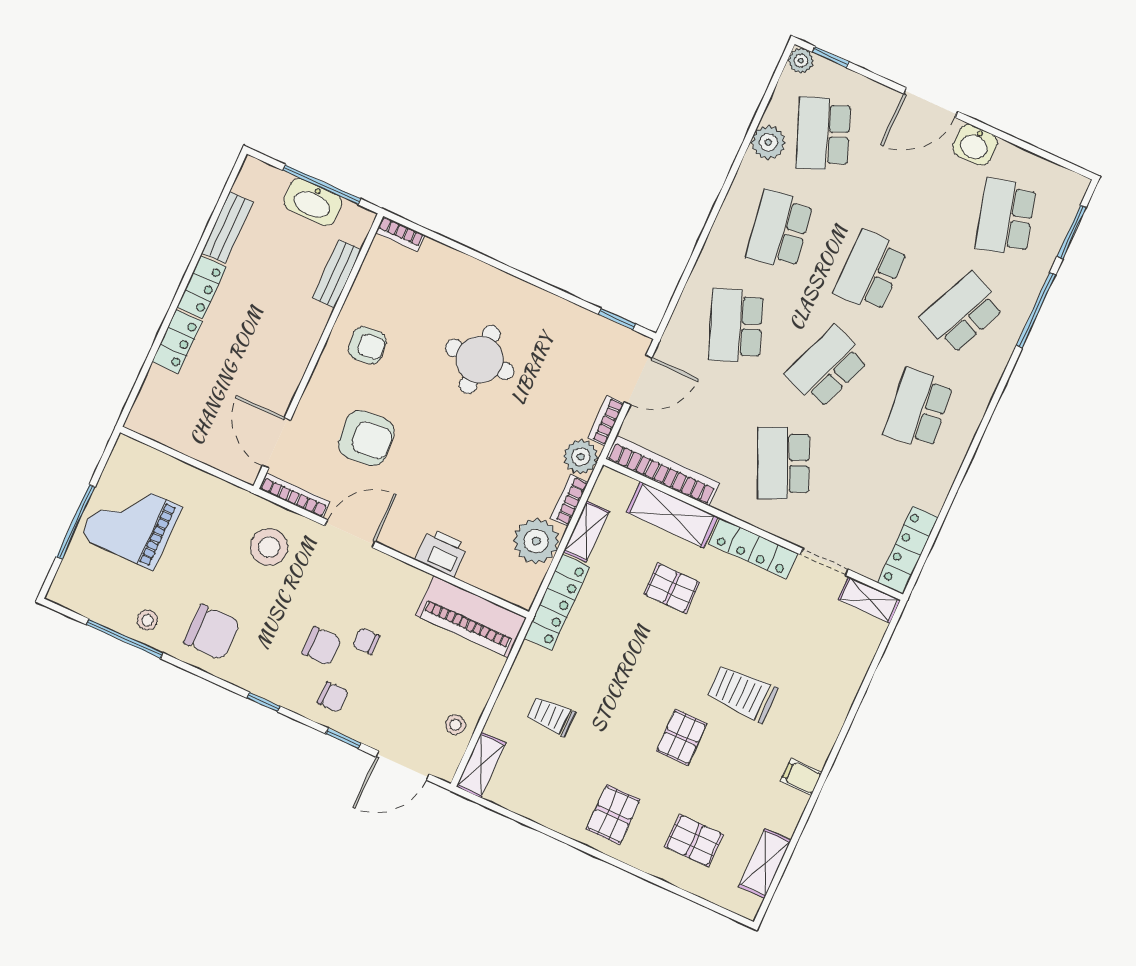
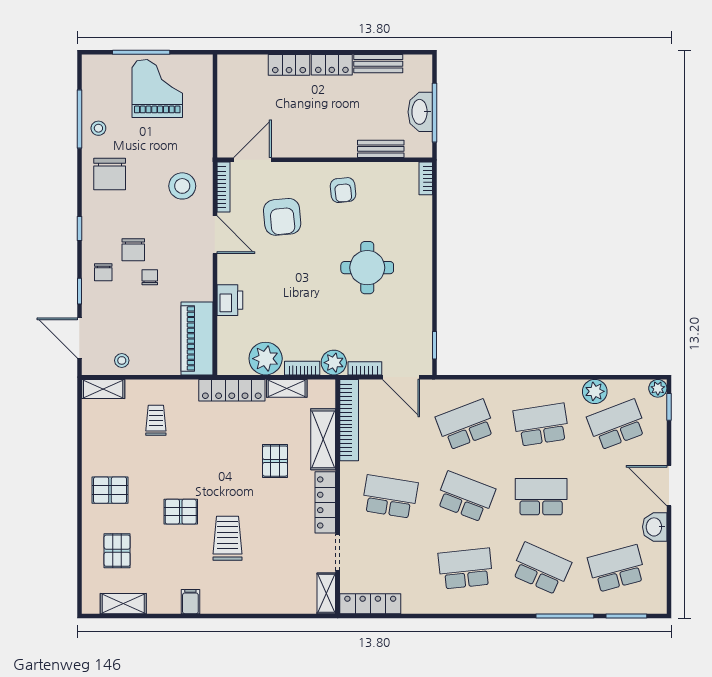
school desk: (783, 463) -> (390, 497), turned 33

